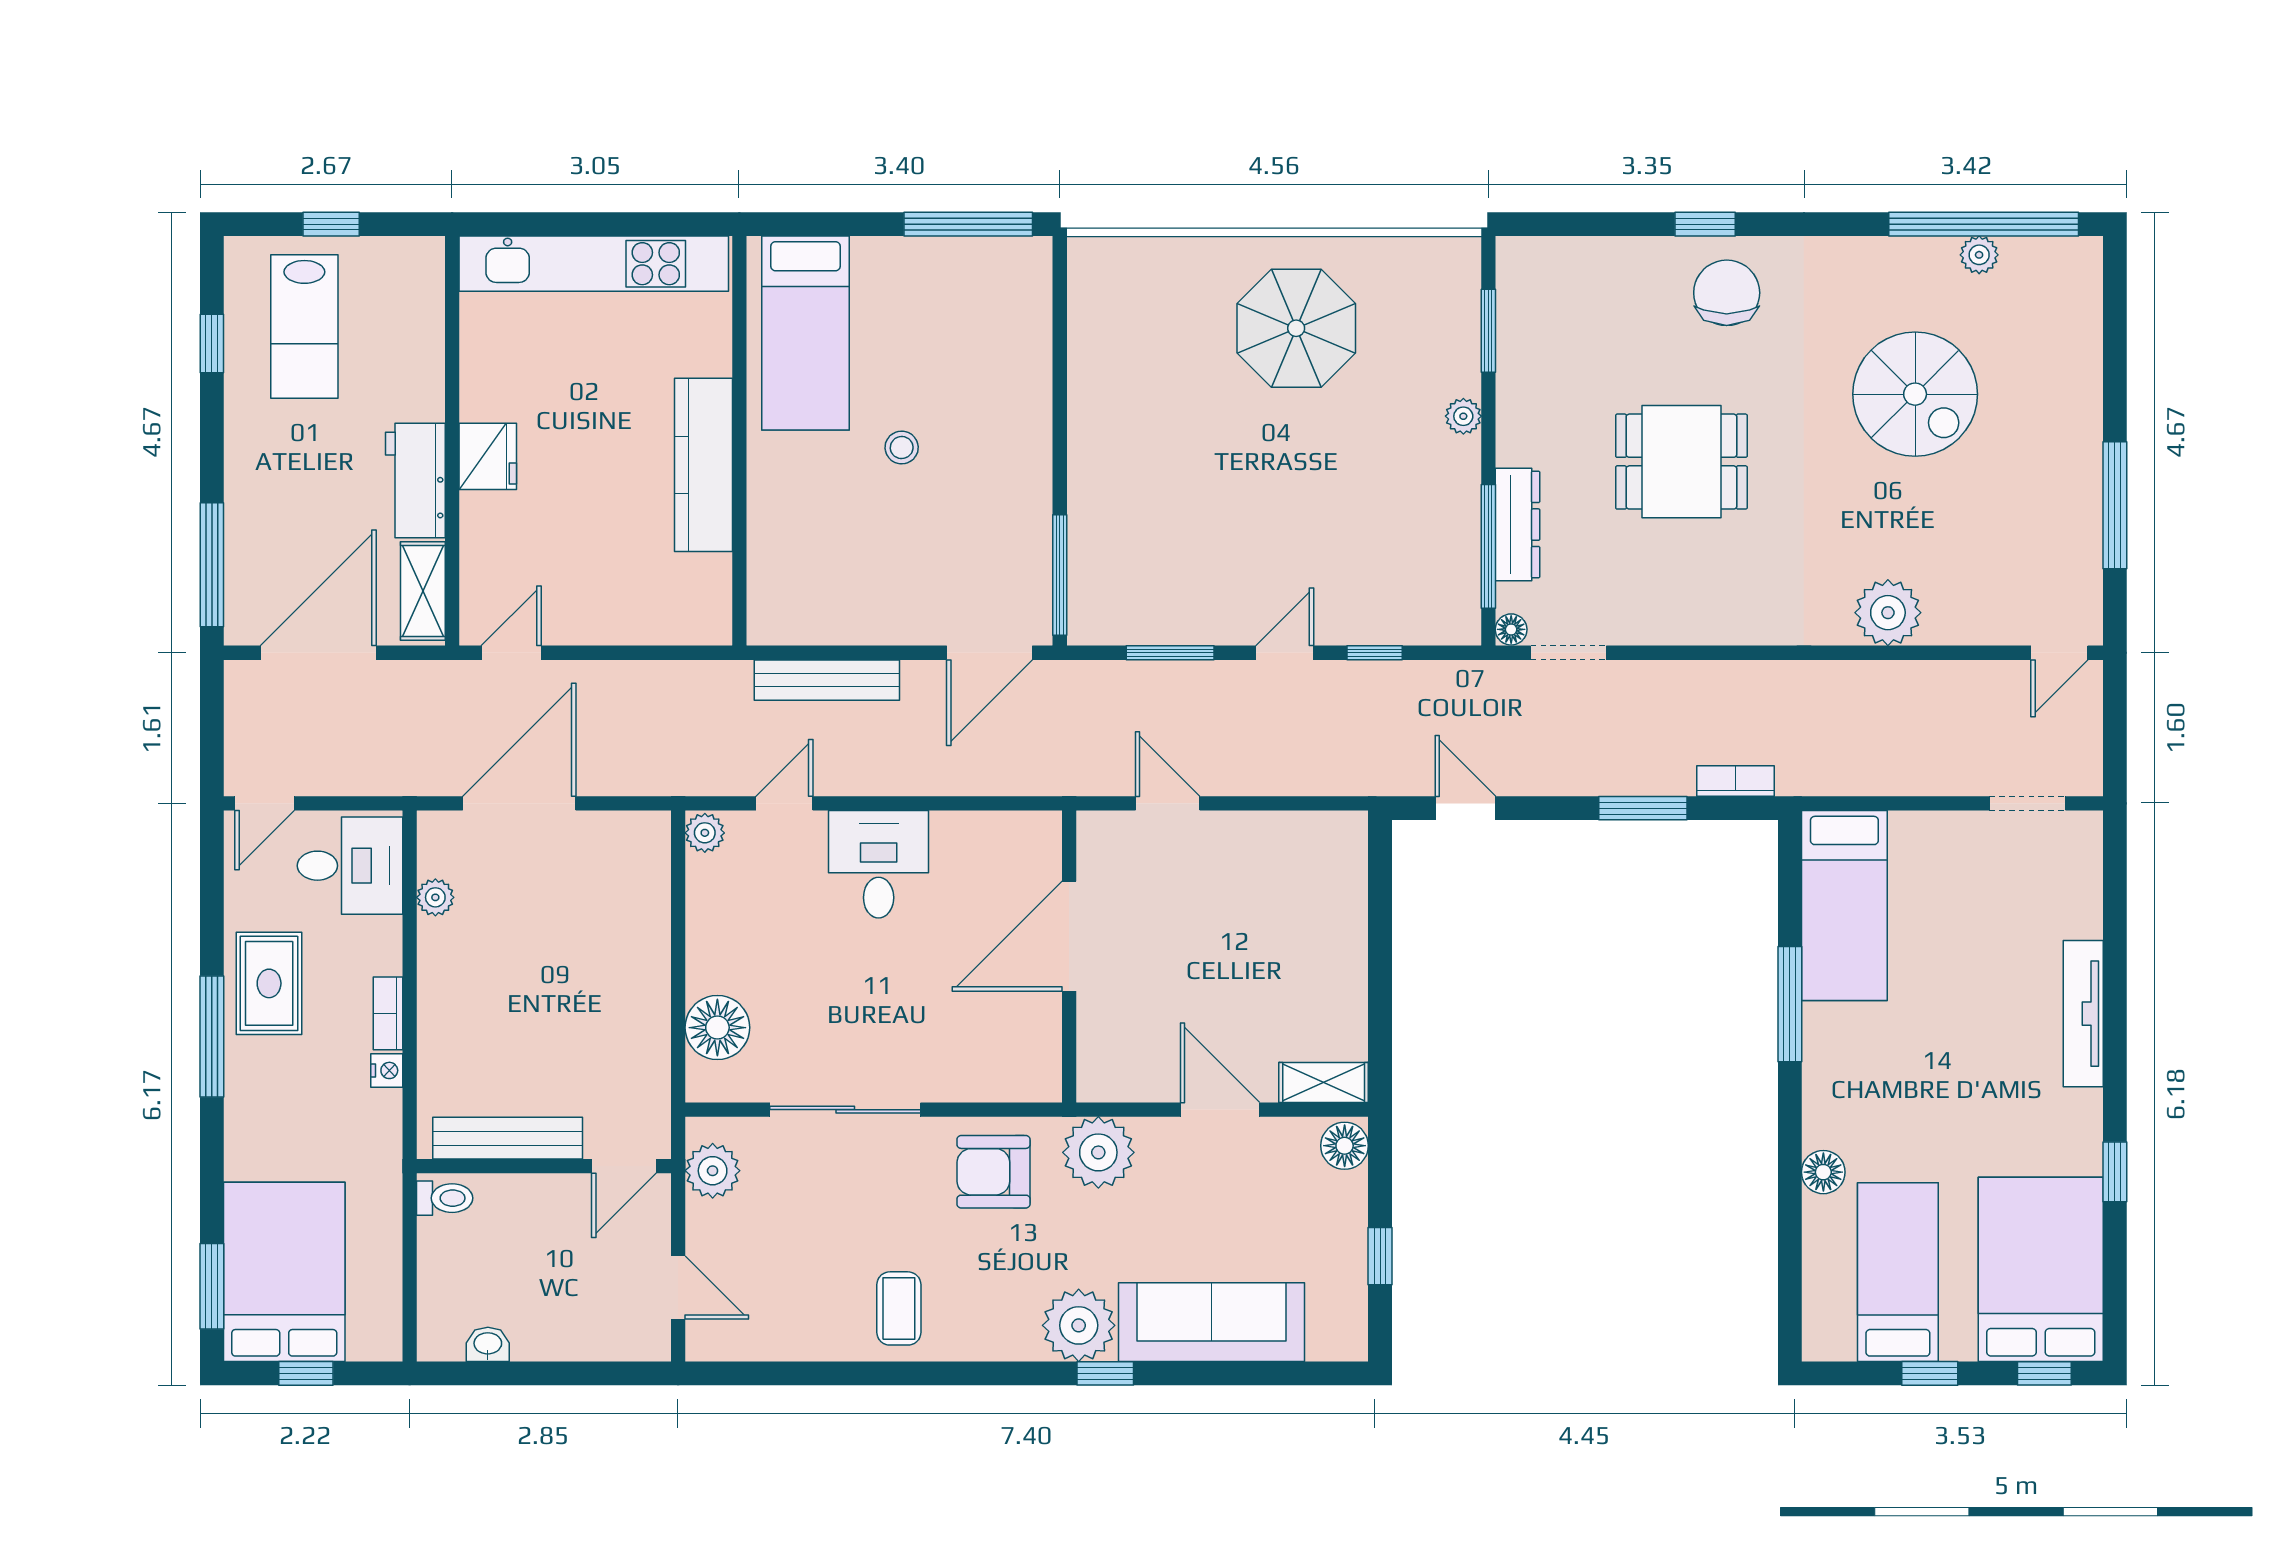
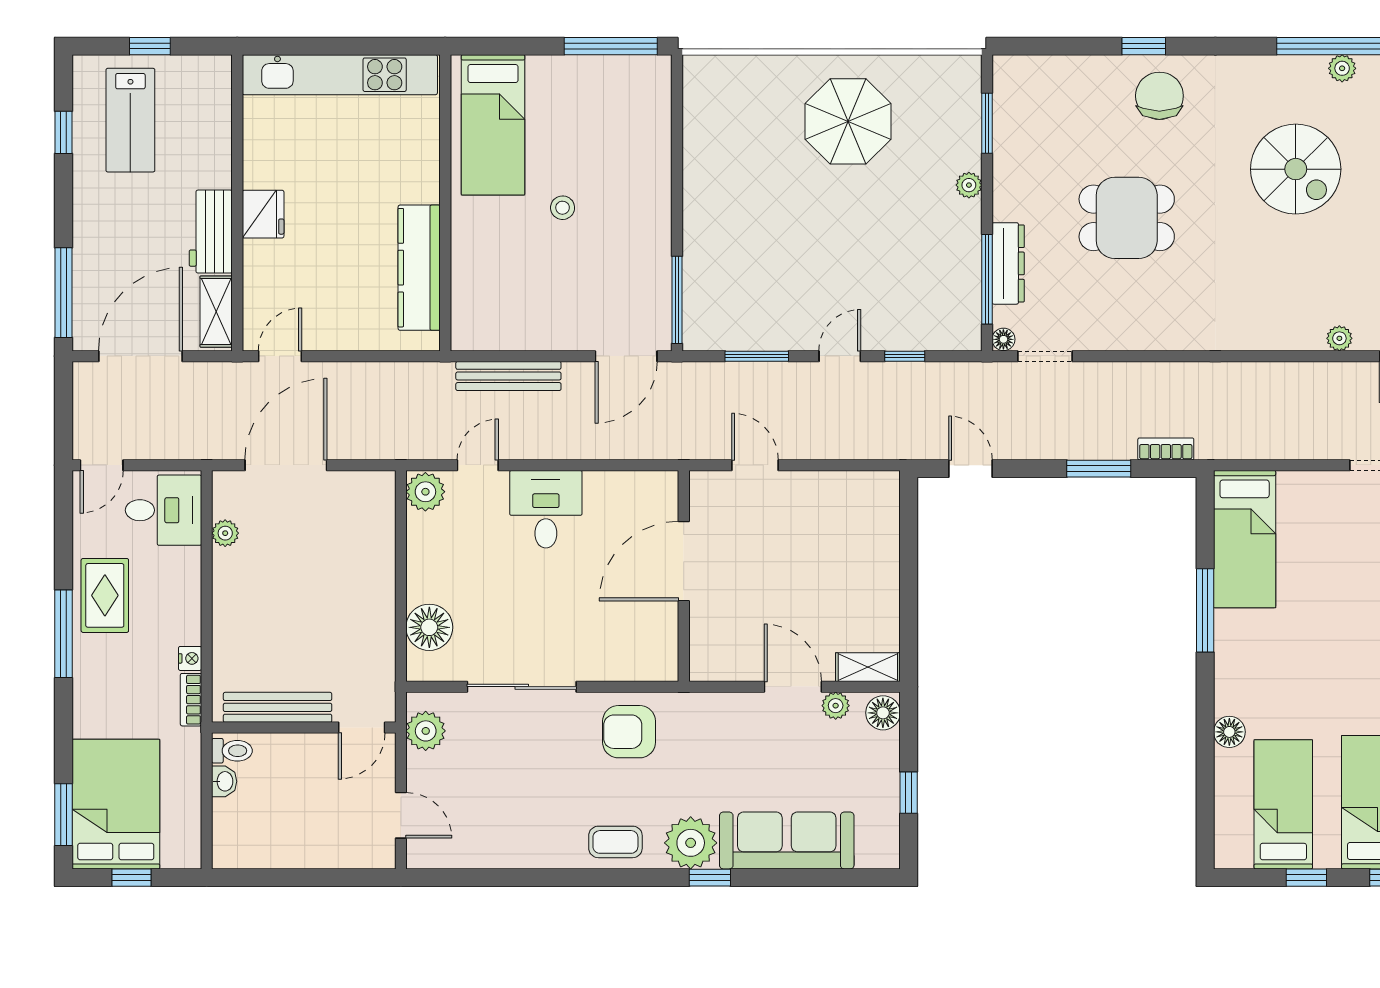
kitchen counter: (703, 465) -> (419, 268), moved
plant: (1888, 613) -> (1339, 338), moved, width x0.53, depth x0.53
plant: (705, 833) -> (425, 492), width x1.38, depth x1.38
bookcase: (388, 1013) -> (191, 700), moved
plant: (1098, 1152) -> (836, 706), moved, width x0.53, depth x0.53
coffee table: (899, 1308) -> (615, 842), moved, turned 90
washbasin: (488, 1344) -> (224, 781), moved, turned 90

